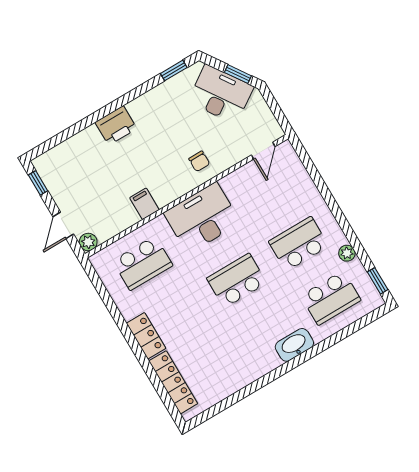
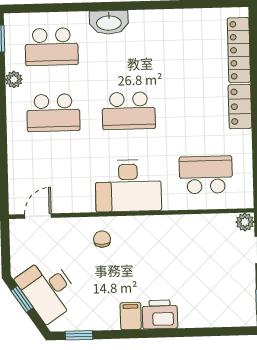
filing cabinet: (144, 204) -> (131, 316), moved, turned 180
school desk: (331, 298) -> (52, 47), turned 180

